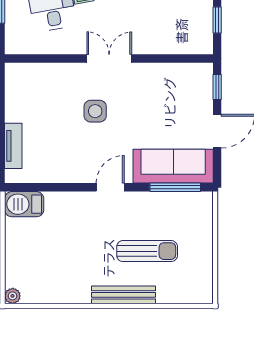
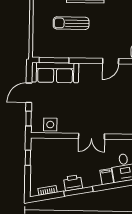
side table: (95, 111) -> (50, 125), moved
door: (110, 187) -> (111, 61), moved

